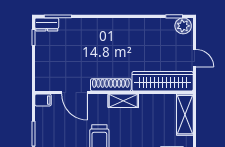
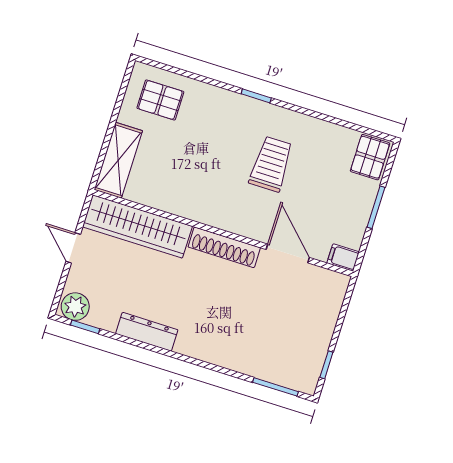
dresser: (47, 24) -> (147, 332), moved, width x1.44
shelving: (123, 101) -> (212, 215), removed

